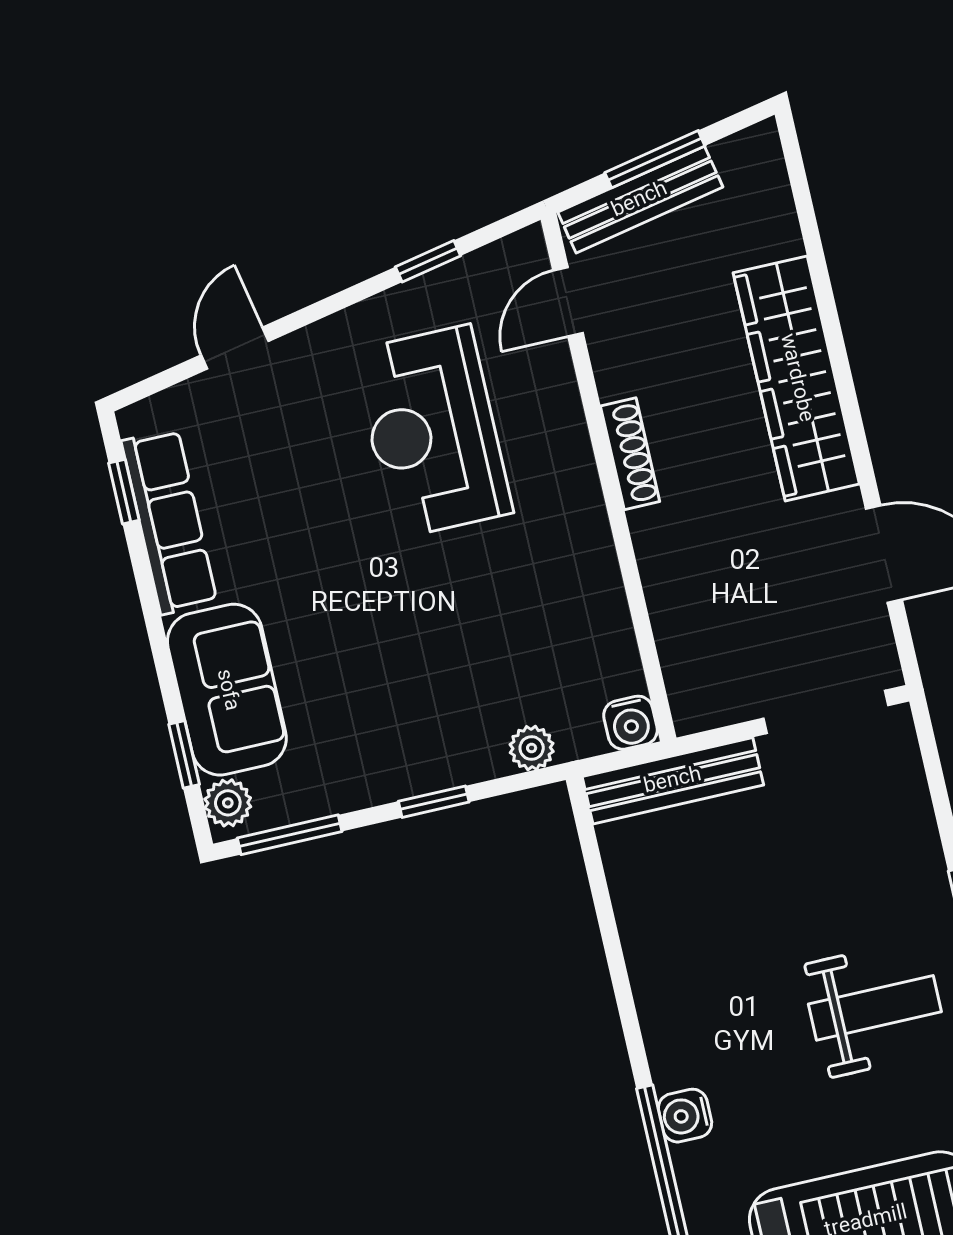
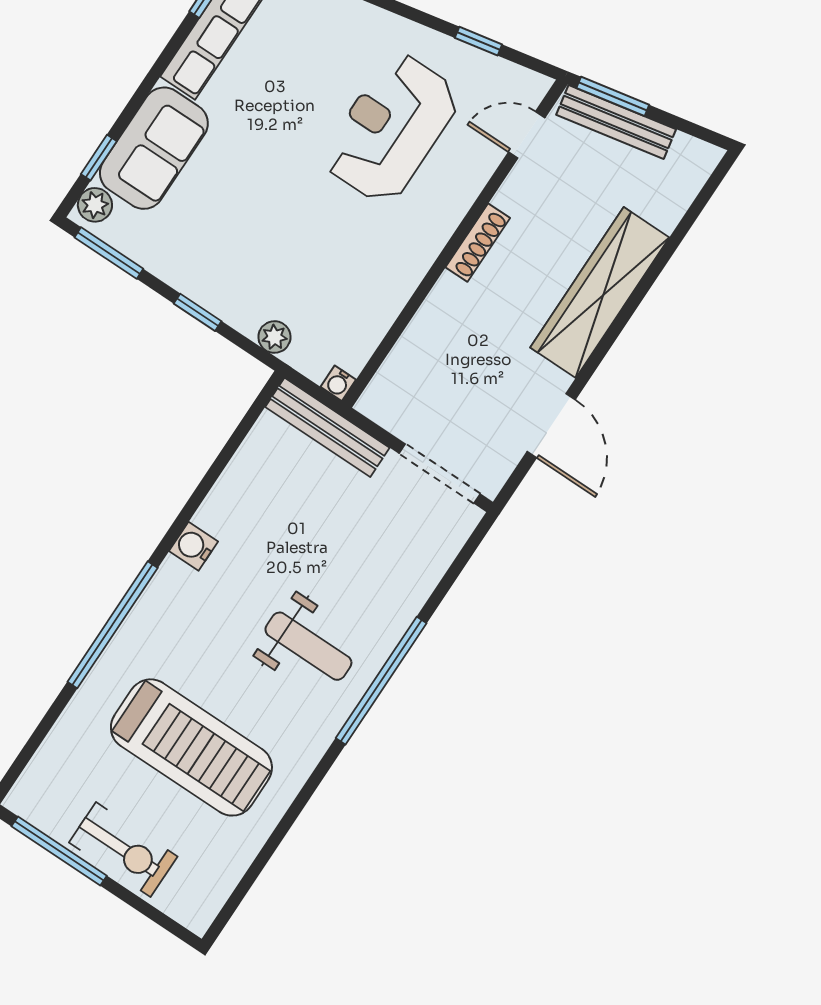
window: (655, 159) -> (613, 96), moved
water cooler: (631, 723) -> (338, 383), width x0.72, depth x0.72
water cooler: (685, 1116) -> (193, 546), moved

